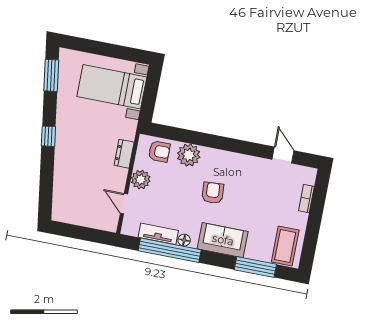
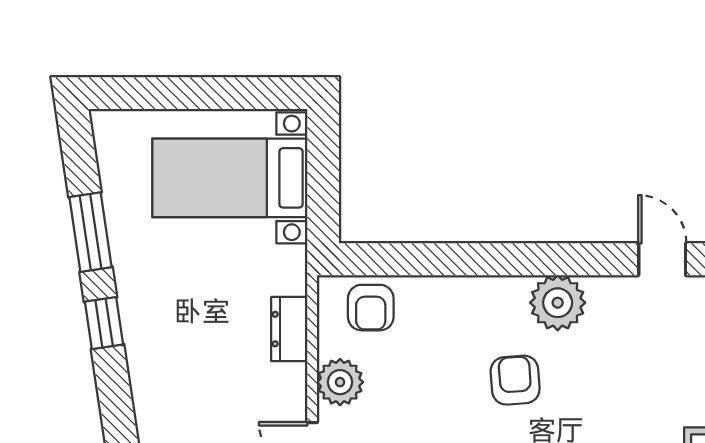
window: (51, 75) -> (91, 232), moved
armchair: (159, 151) -> (371, 308), turned 90
plant: (189, 155) -> (558, 303), moved

